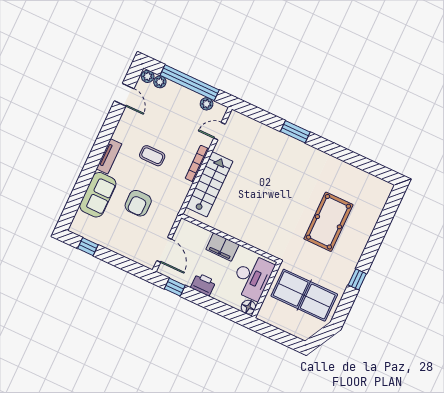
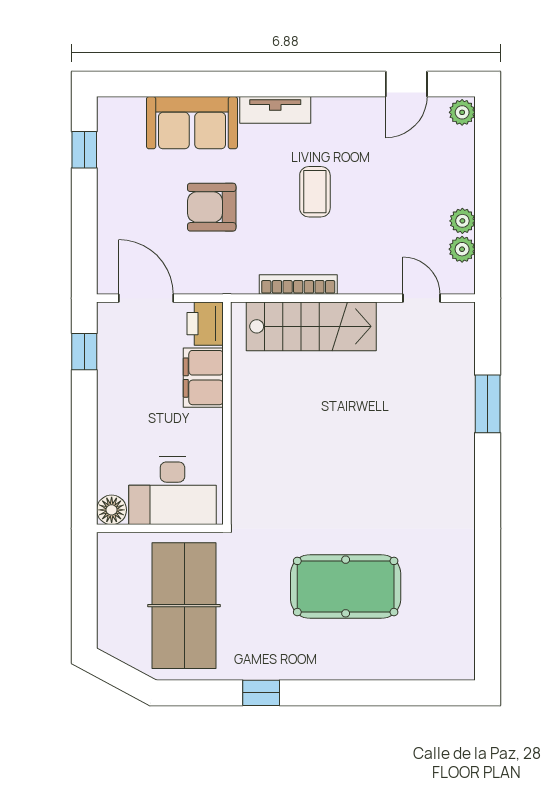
plant: (160, 82) -> (462, 221), moved
window: (190, 83) -> (488, 198), removed
window: (295, 132) -> (488, 404), moved
bookcase: (197, 164) -> (298, 284), moved
filing cabinet: (222, 247) -> (203, 378), moved
door: (164, 250) -> (146, 298), swing flipped
printer: (203, 284) -> (205, 324), moved, turned 180

